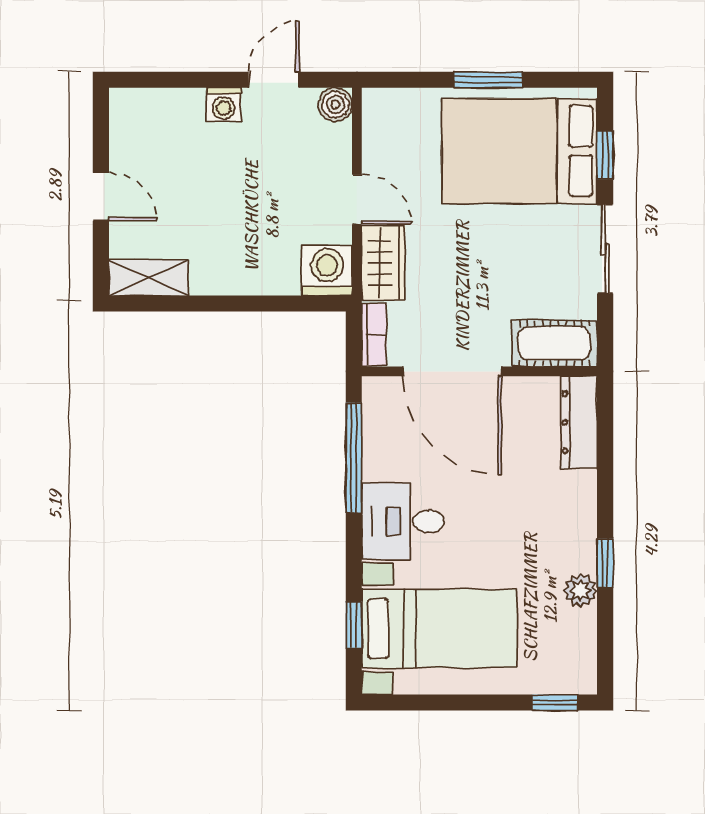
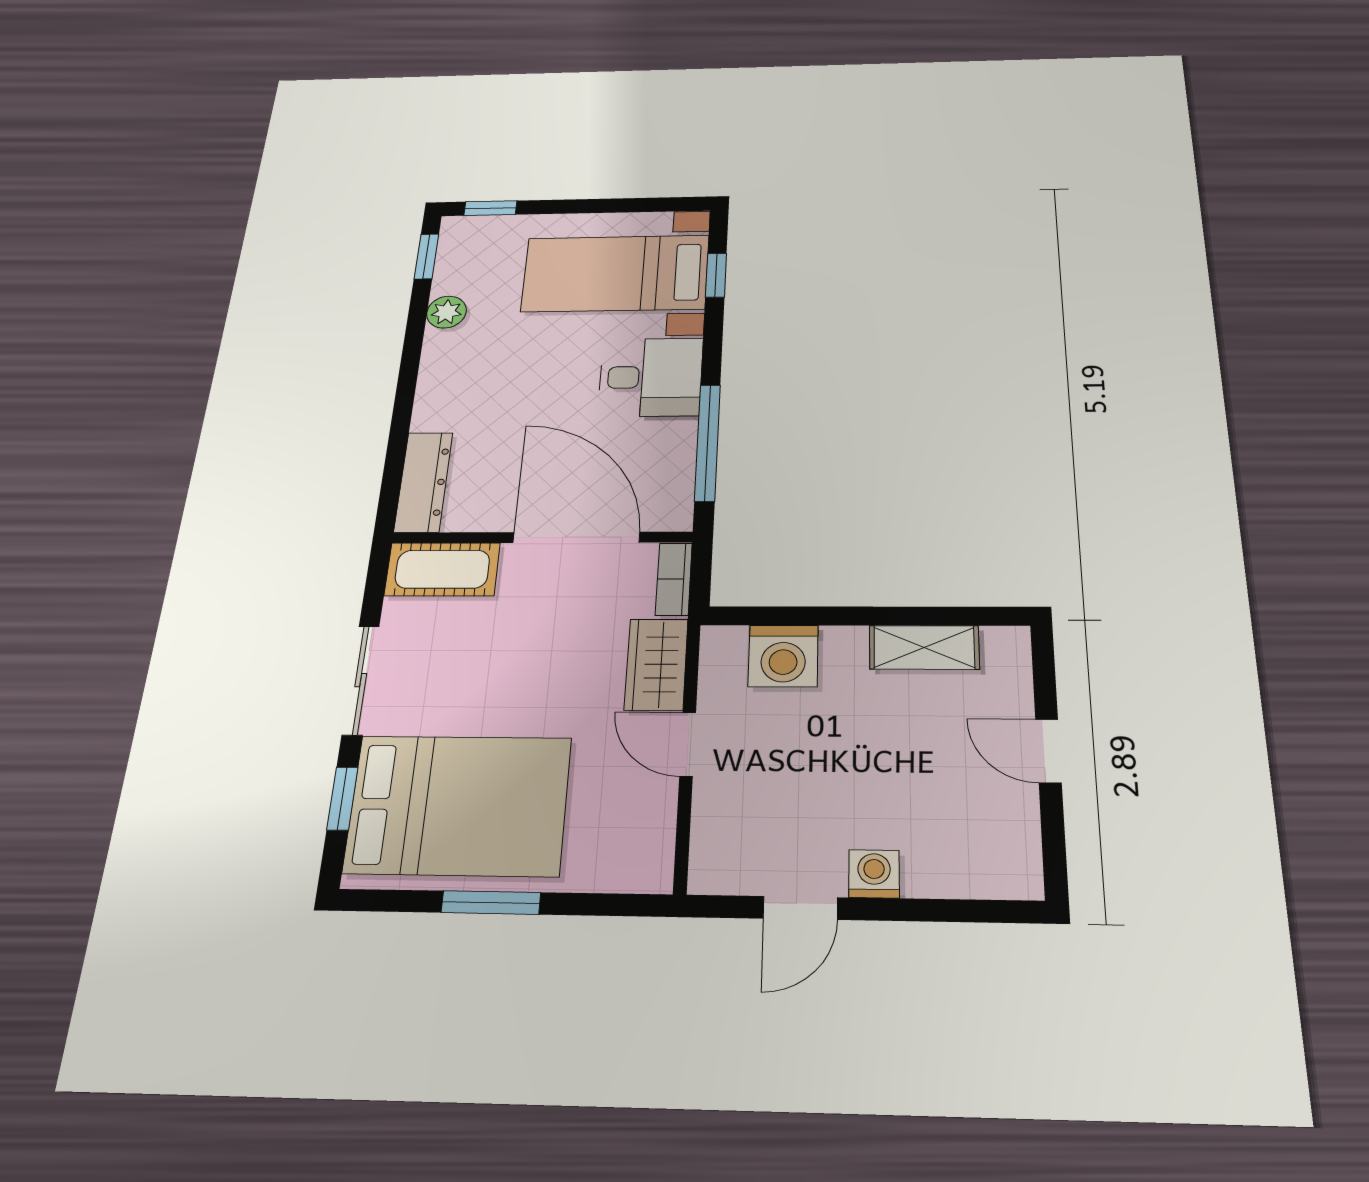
boiler: (335, 105) -> (712, 872), removed
washing machine: (327, 270) -> (783, 656), moved
shelving: (148, 278) -> (924, 647), moved
window: (605, 563) -> (426, 256), moved

